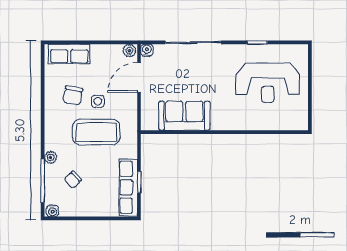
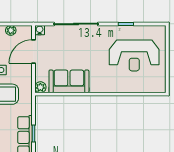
plant: (129, 51) -> (11, 30), moved
plant: (148, 123) -> (40, 87), added

